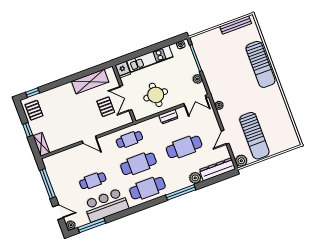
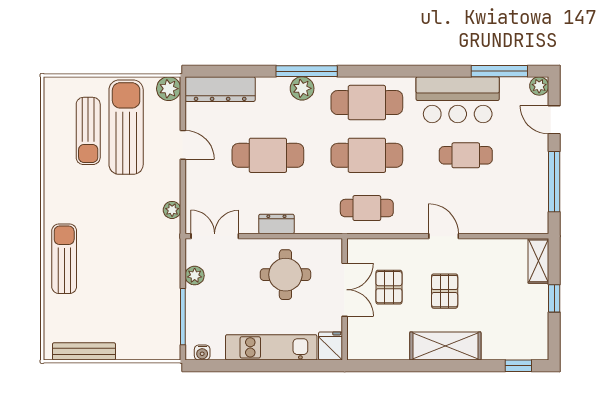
sun lounger: (260, 64) -> (64, 259), width x0.73, depth x0.75
shelving: (90, 82) -> (445, 346), moved
pallet: (34, 110) -> (445, 291), moved
sun lounger: (271, 128) -> (88, 131), added
door: (225, 137) -> (183, 145), hinge flipped
plant: (195, 178) -> (302, 88), moved

